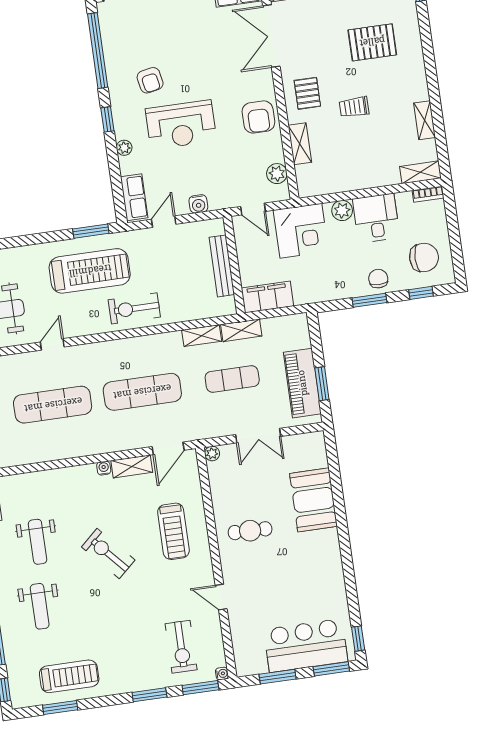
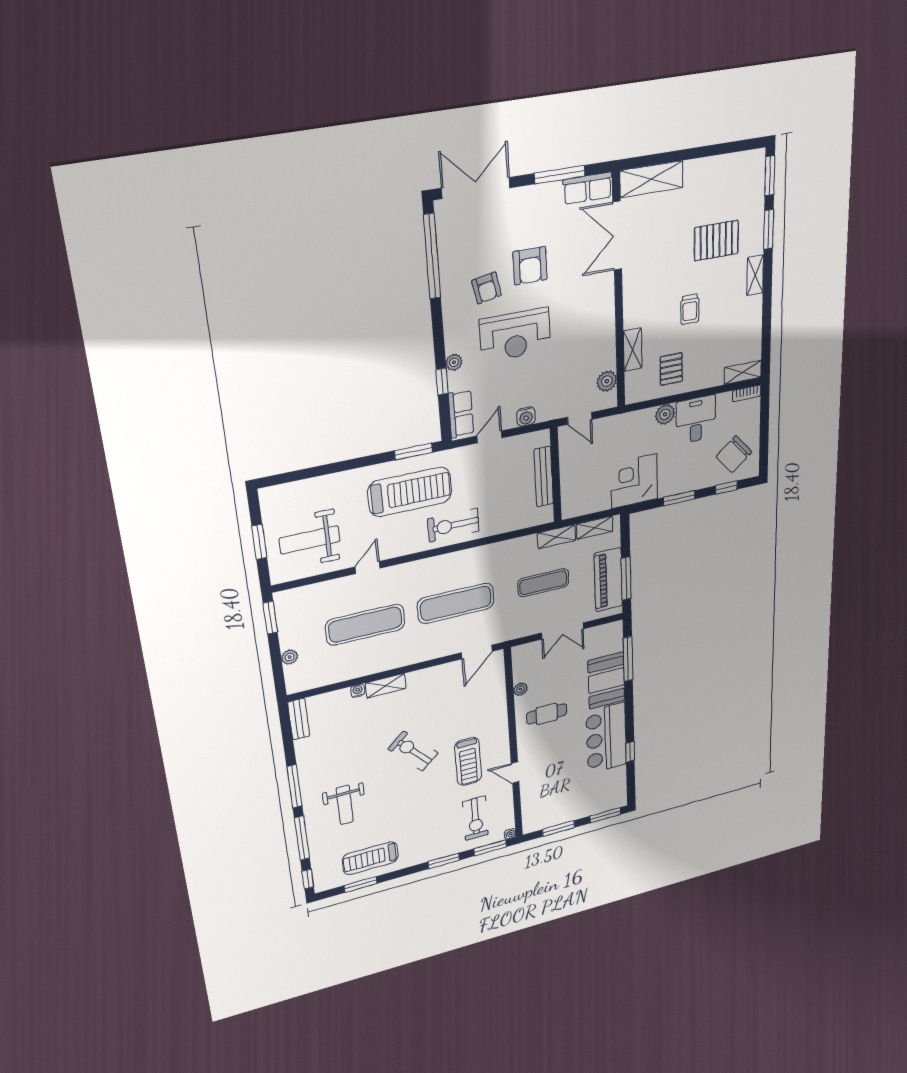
window: (425, 33) -> (769, 229), added
pallet: (307, 93) -> (671, 369), moved
trolley: (354, 107) -> (690, 309), turned -90
armchair: (258, 117) -> (530, 266), moved
window: (107, 119) -> (442, 382), moved
shelving: (425, 120) -> (755, 275), moved
corner desk: (301, 231) -> (634, 481), moved, turned 180
chair: (424, 257) -> (734, 454), turned 140
chair: (378, 279) -> (690, 477), removed
filing cabinet: (267, 297) -> (585, 503), removed
shelving: (202, 336) -> (595, 528), moved
window: (322, 384) -> (626, 578), width x1.44
plant: (212, 453) -> (520, 689), moved
shelving: (132, 466) -> (386, 686), moved
water cooler: (104, 468) -> (358, 691), moved
window: (335, 477) -> (628, 659), added
treadmill: (173, 531) -> (468, 761), moved
weight bench: (38, 542) -> (345, 750), removed
window: (358, 639) -> (630, 752), moved
bar counter: (306, 646) -> (606, 738), moved, turned -90
treadmill: (69, 676) -> (370, 858), turned 180

